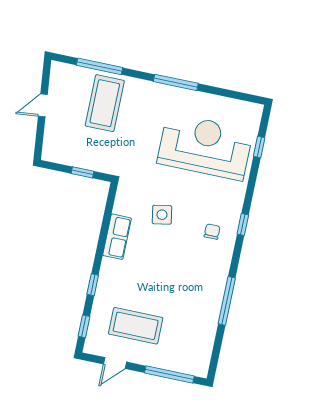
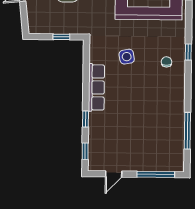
row of seats: (117, 237) -> (96, 87), width x1.48
window: (227, 301) -> (187, 131), moved
coffee table: (136, 326) -> (123, 143), removed

